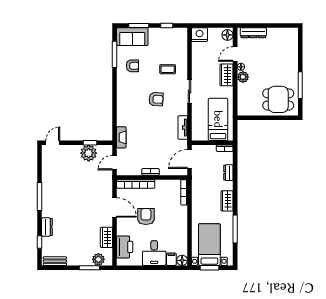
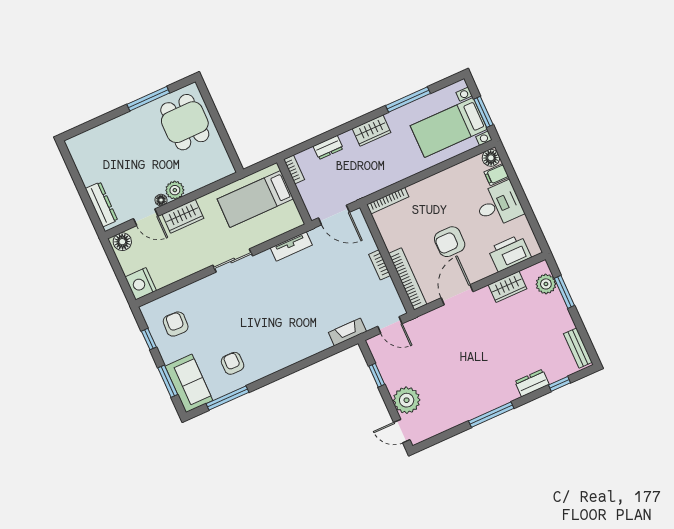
coffee table: (168, 69) -> (214, 308), removed
armchair: (156, 99) -> (176, 324), moved
plant: (89, 153) -> (407, 400), moved

